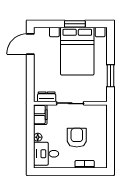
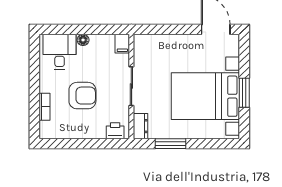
dresser: (47, 97) -> (140, 126), moved
filing cabinet: (40, 115) -> (122, 44), width x0.50
printer: (102, 115) -> (115, 131), added

